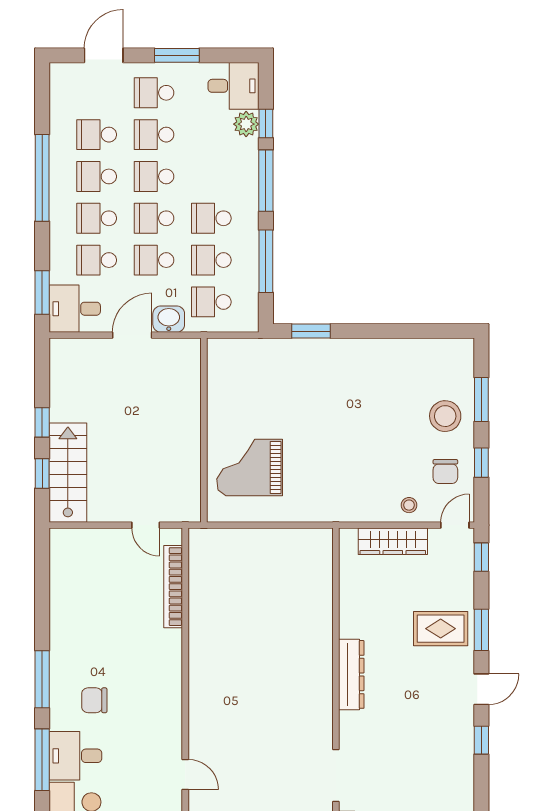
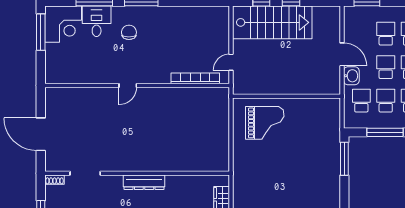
desk: (75, 309) -> (357, 21), removed
window: (311, 331) -> (344, 159), width x1.44
grand piano: (250, 467) -> (265, 123), turned 90
stairs: (68, 473) -> (272, 22), width x1.36, depth x1.51
door: (185, 775) -> (128, 85), moved

